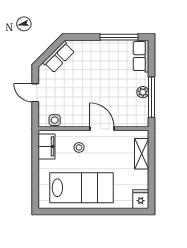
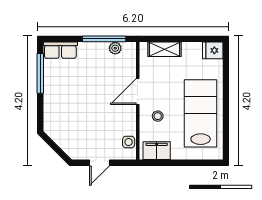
row of seats: (59, 57) -> (61, 138), removed
plant: (143, 92) -> (115, 48), moved

